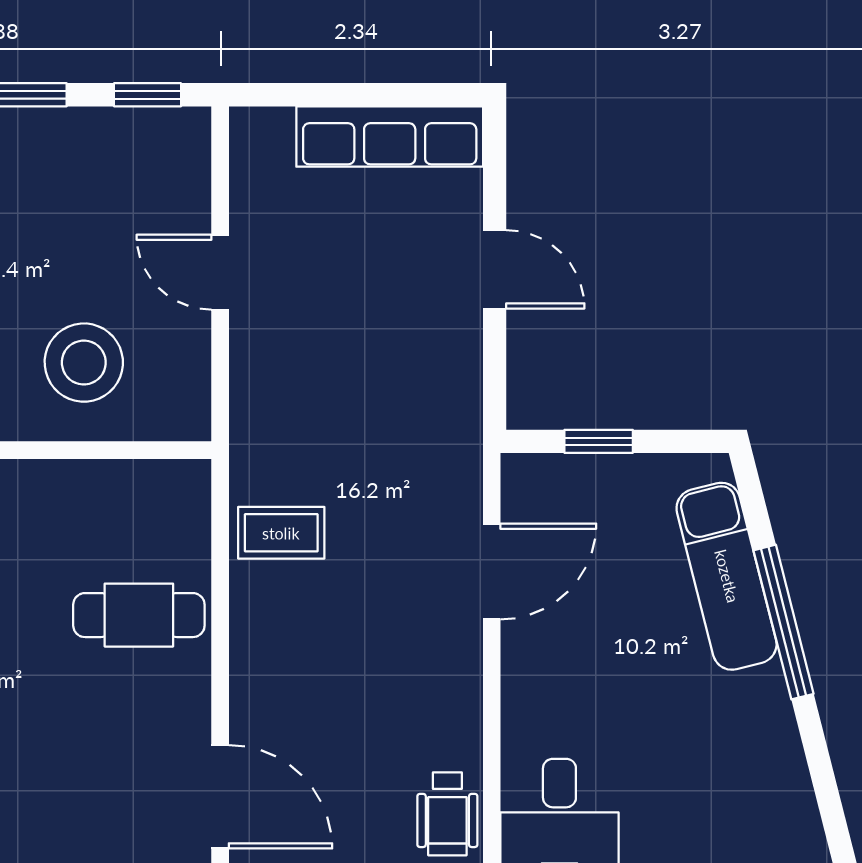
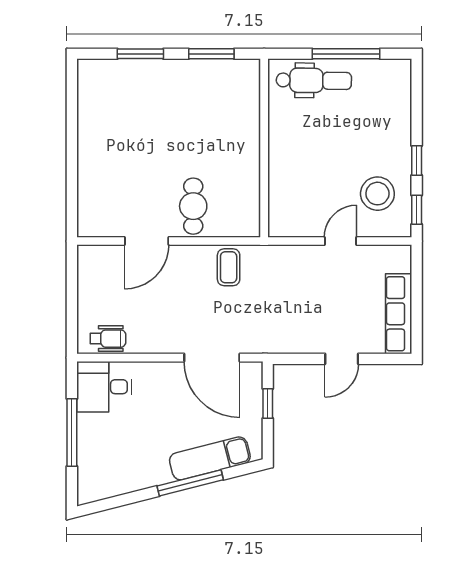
stool: (84, 363) -> (377, 194), moved
door: (492, 571) -> (212, 358), width x1.36
door: (220, 797) -> (147, 241), moved
wheelchair: (447, 814) -> (108, 339), turned 180

